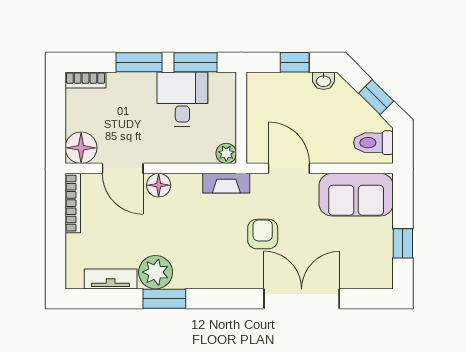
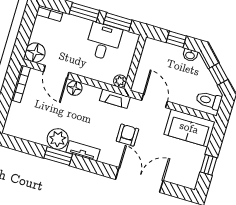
tv unit: (111, 279) -> (83, 151), moved

